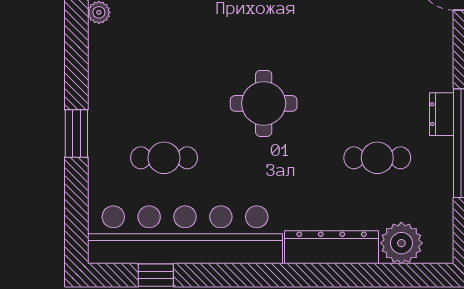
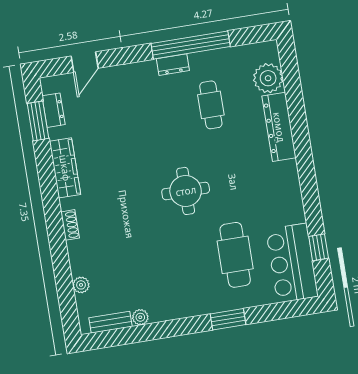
cafe table: (164, 158) -> (235, 255), width x1.37, depth x1.35
bar counter: (185, 235) -> (292, 263), width x0.54

